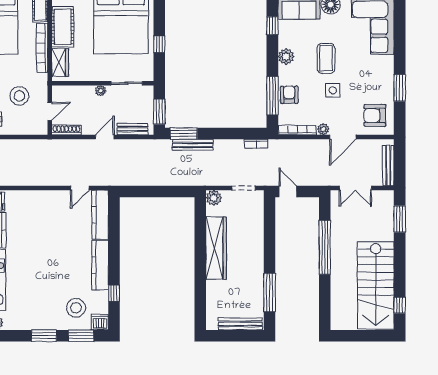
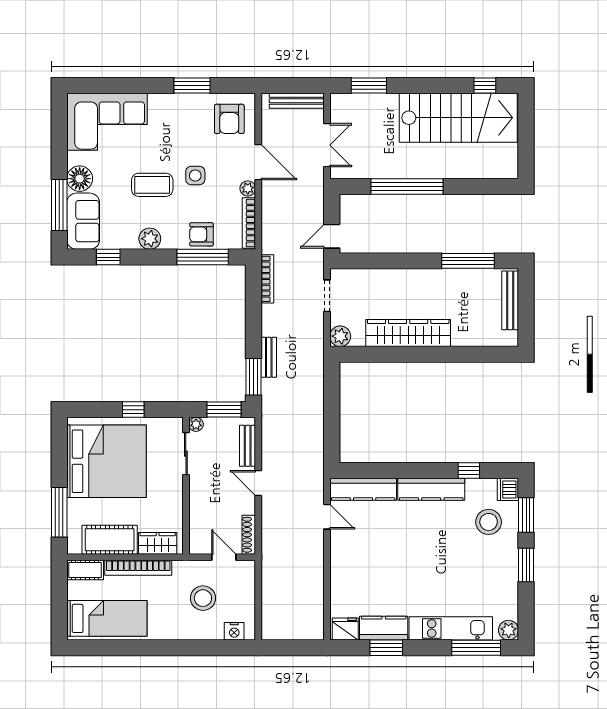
plant: (101, 91) -> (196, 424), moved
bookcase: (256, 144) -> (267, 279), width x1.56
bench: (193, 145) -> (269, 357), width x0.73

